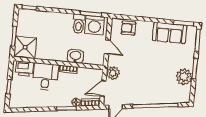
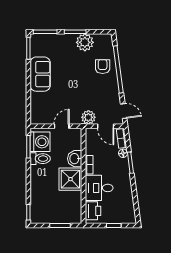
armchair: (128, 28) -> (103, 67), moved, turned 180
sofa: (169, 33) -> (40, 74), moved
shower: (25, 47) -> (70, 179), moved

